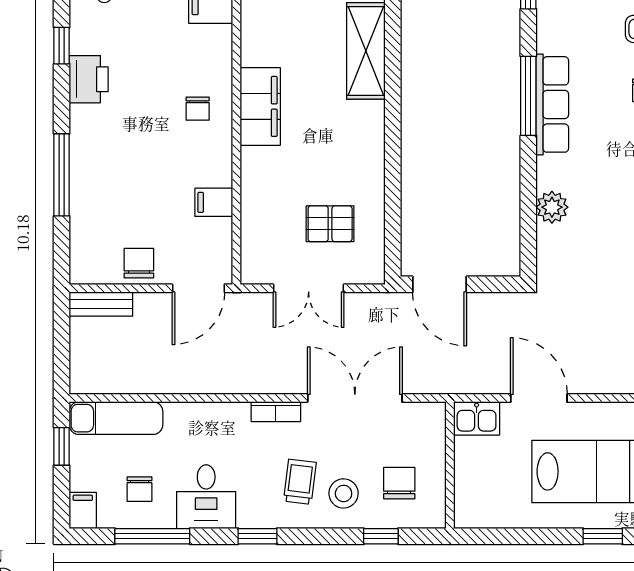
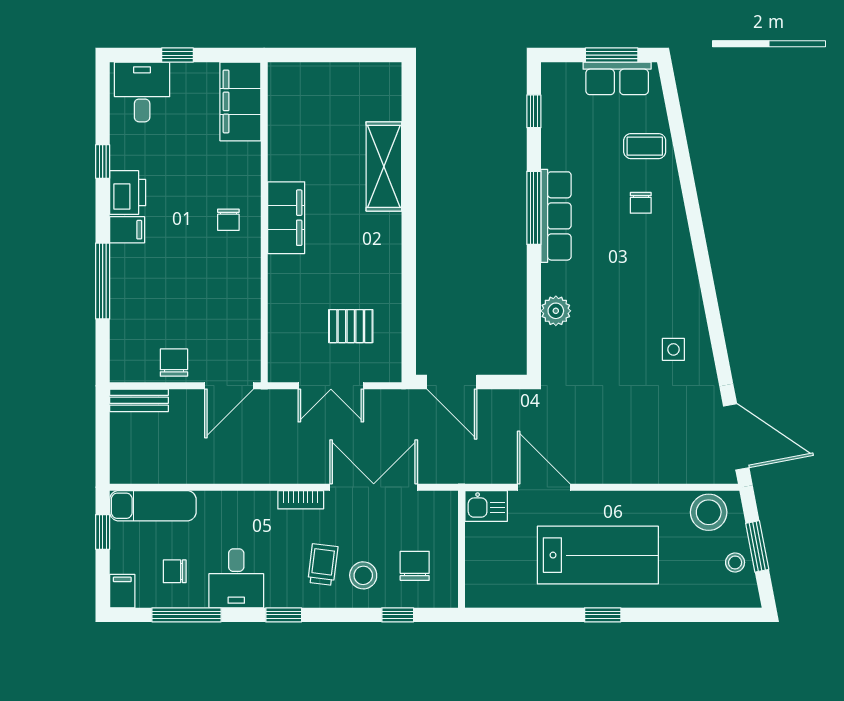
filing cabinet: (214, 202) -> (127, 230), moved, turned 180
chair: (140, 489) -> (175, 571), turned 90

